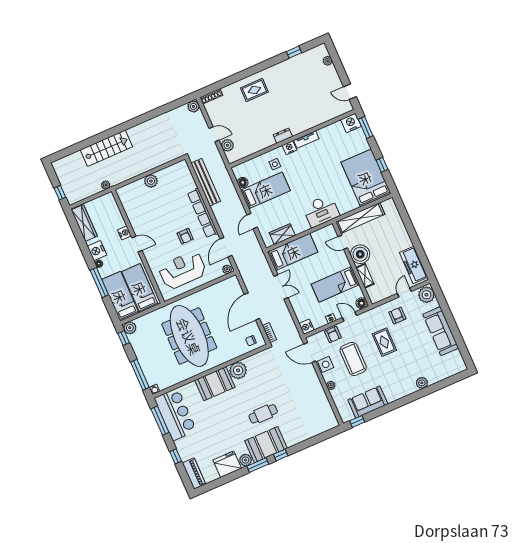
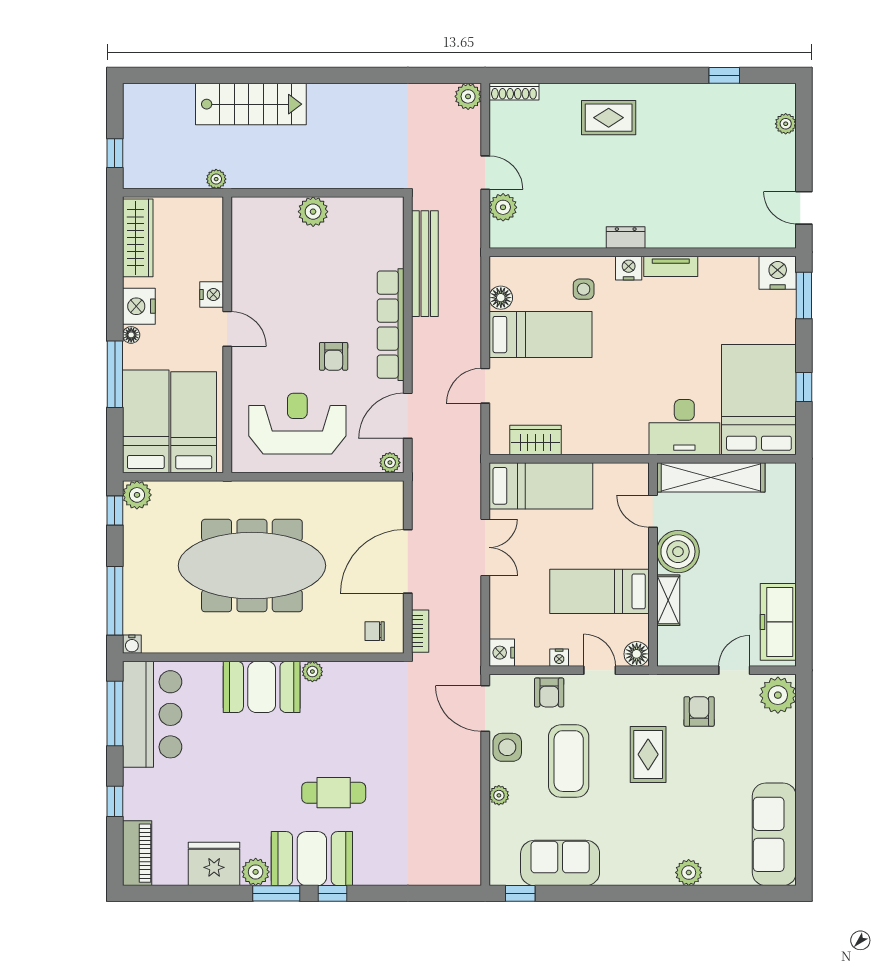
desk: (321, 211) -> (684, 427), moved
sofa: (441, 331) -> (774, 834), moved
meeting table: (189, 336) -> (252, 566), turned 90
plant: (238, 370) -> (312, 672), width x0.53, depth x0.53

